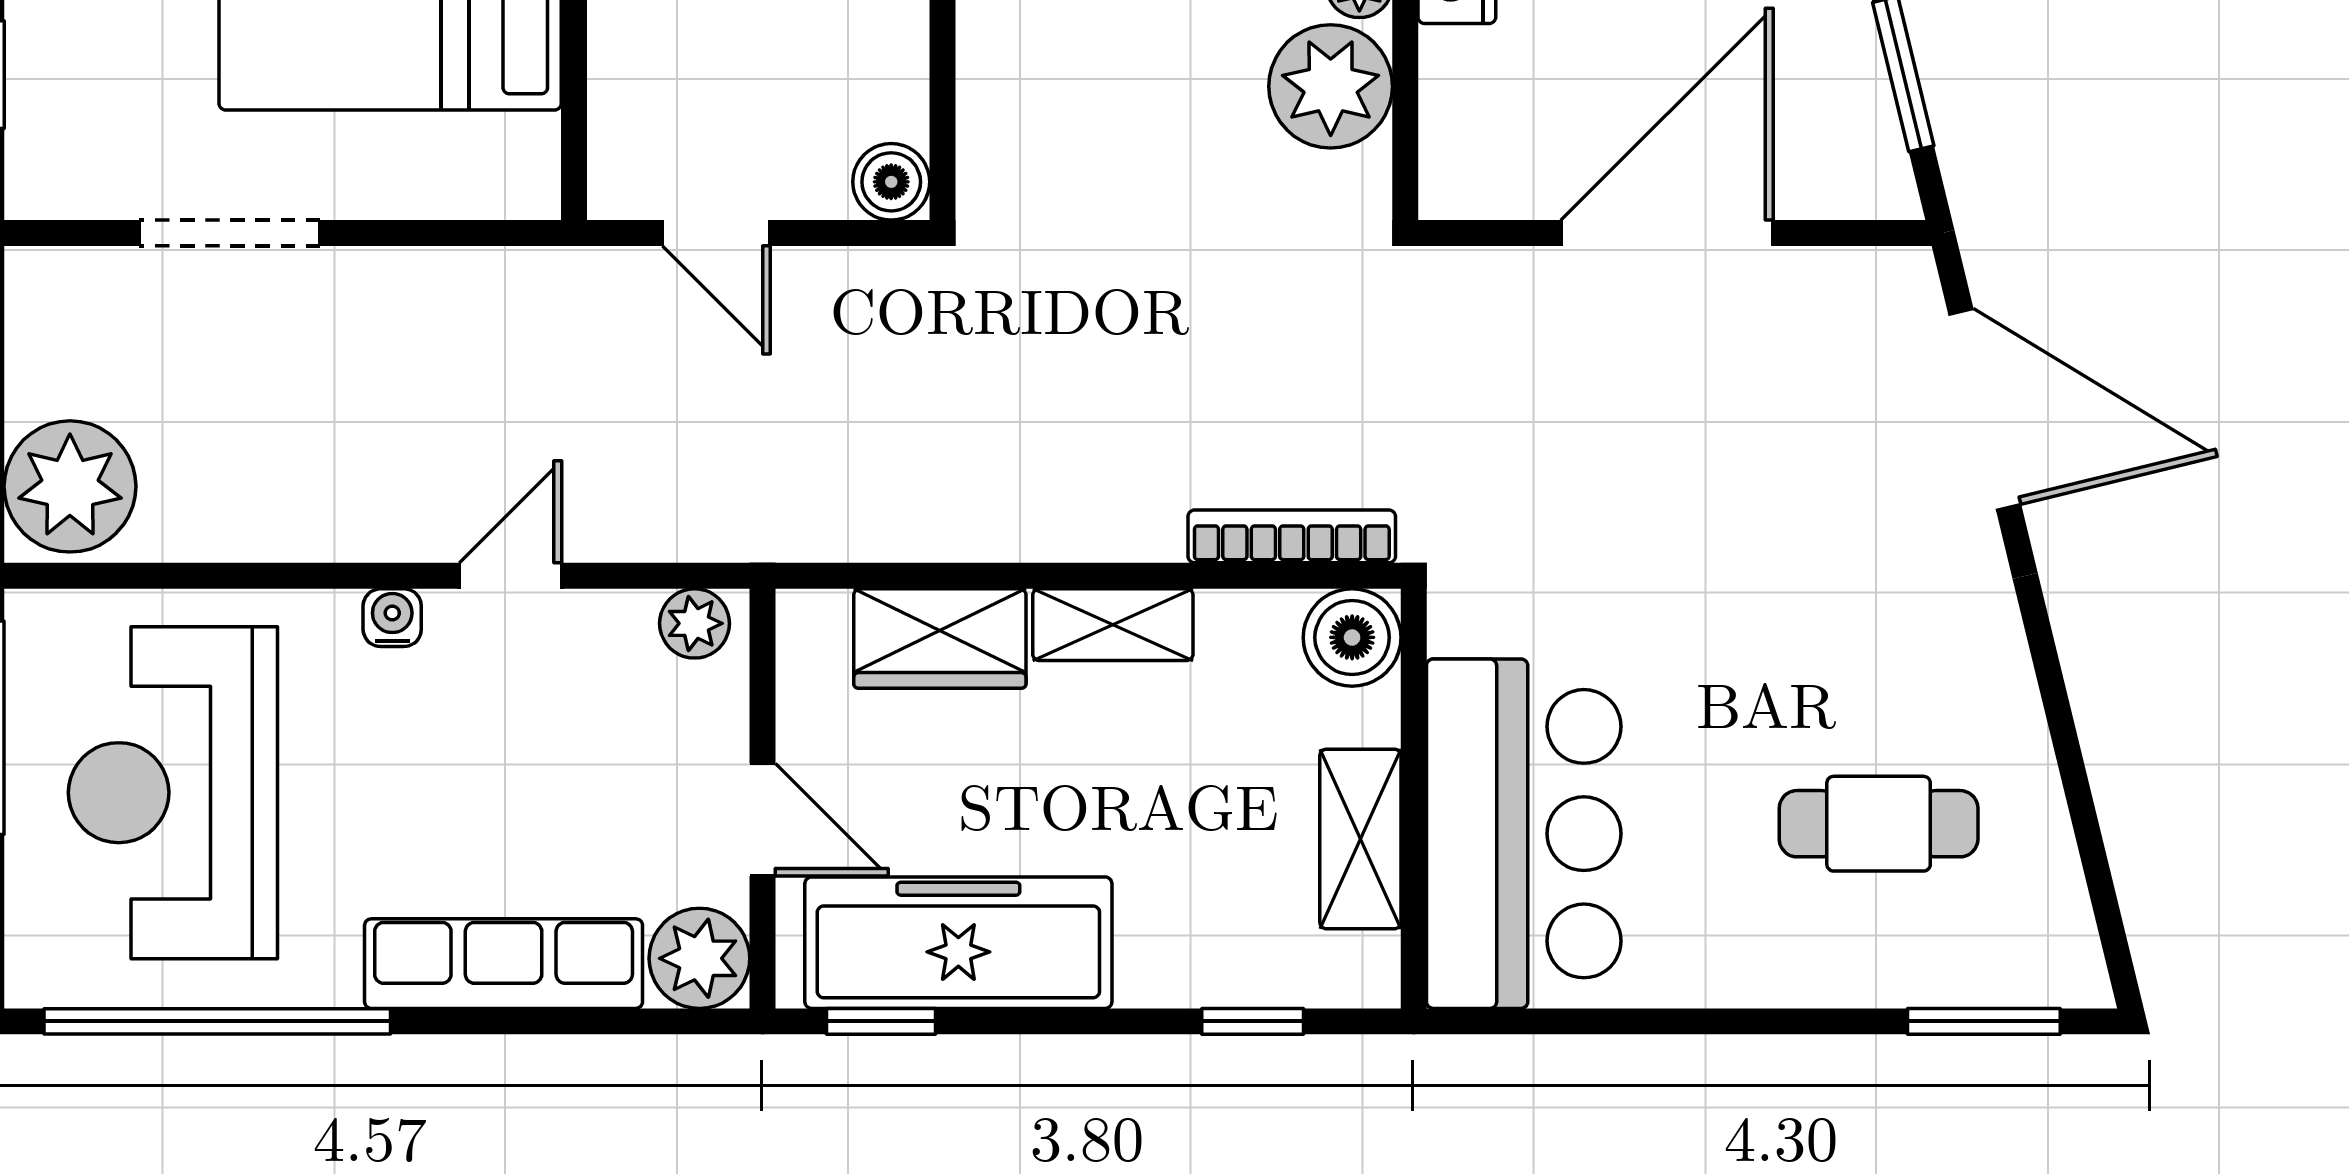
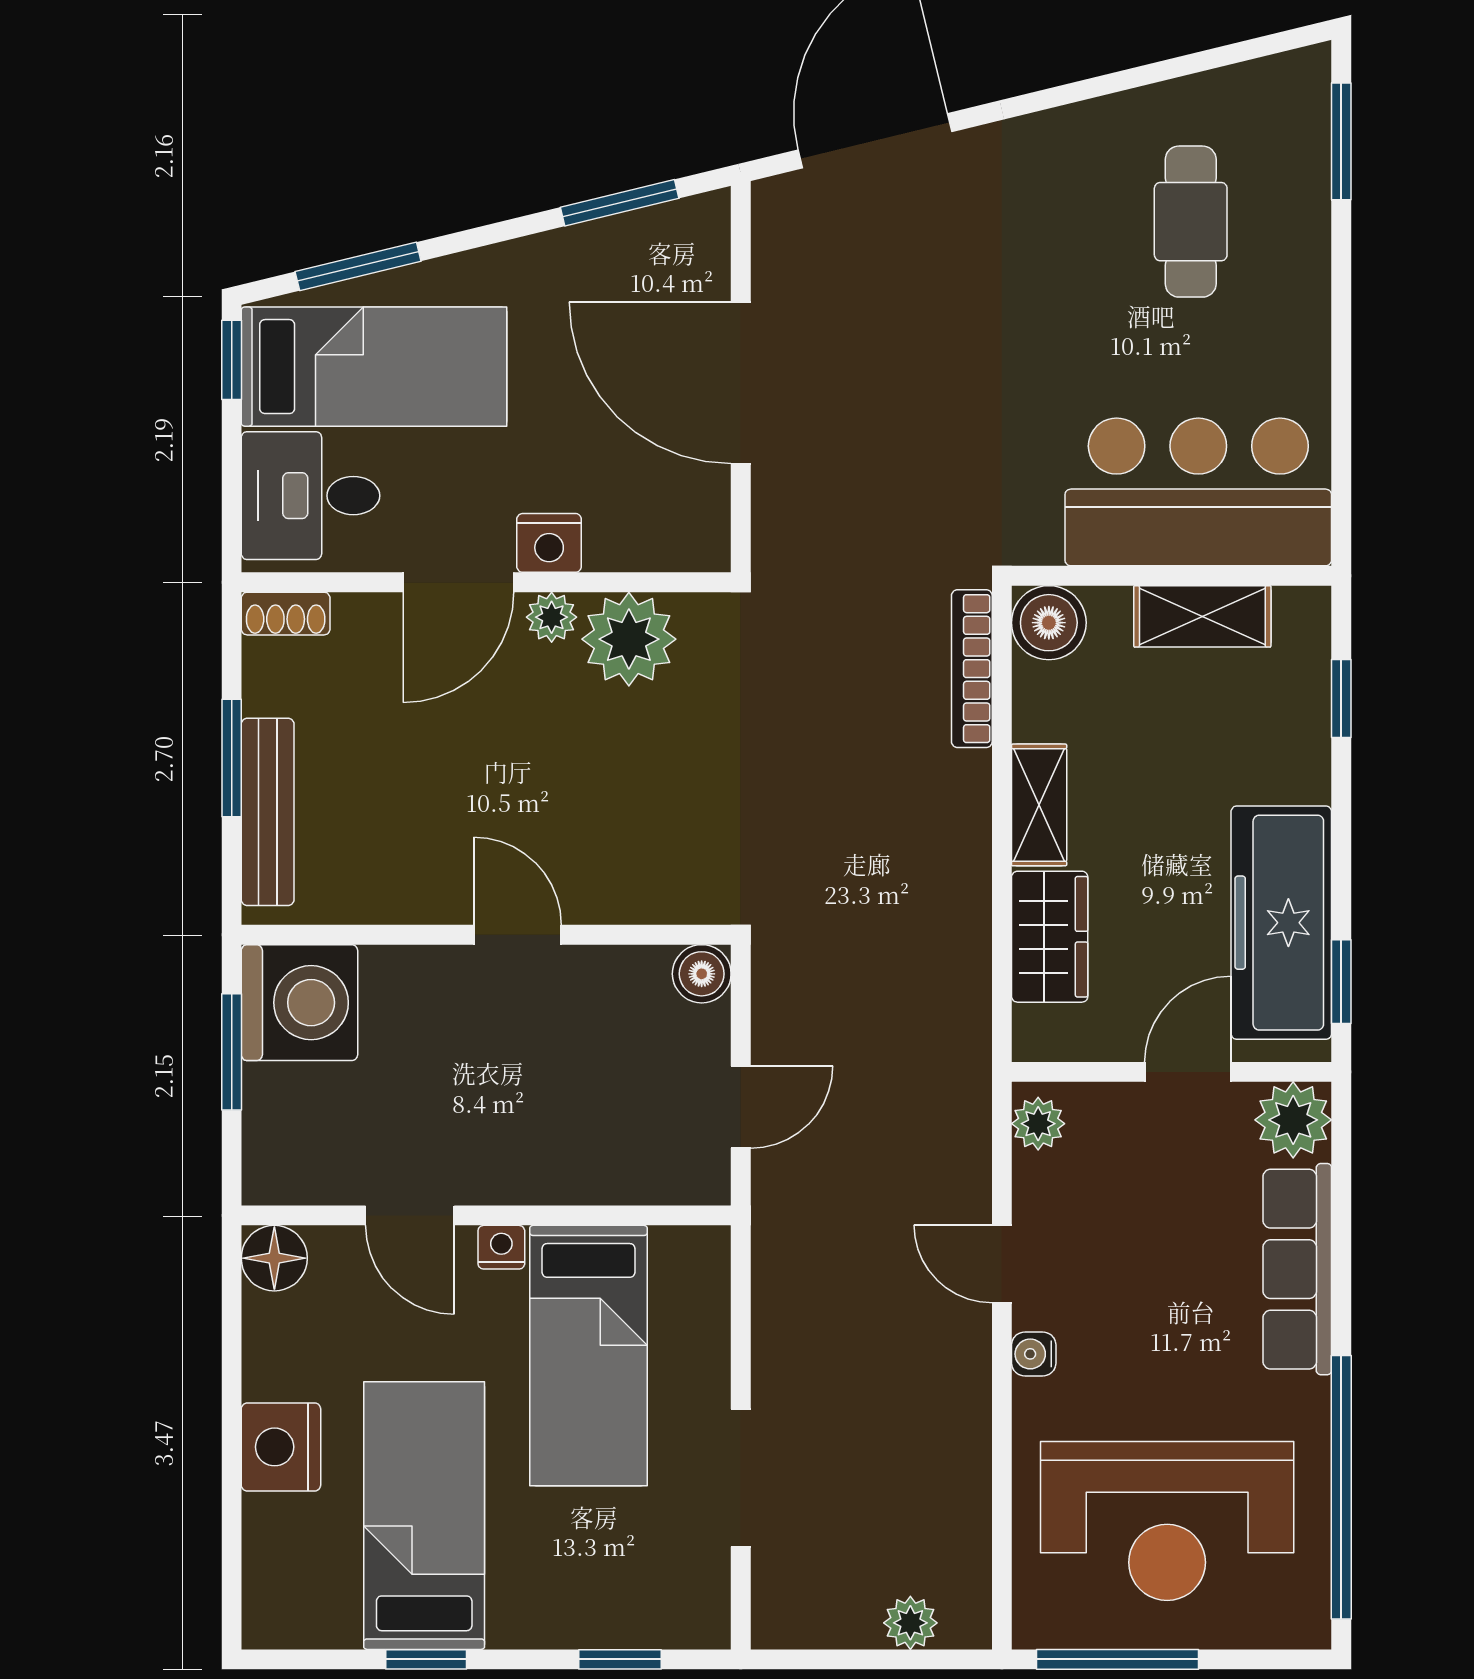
plant: (70, 486) -> (910, 1623), width x0.53, depth x0.53

